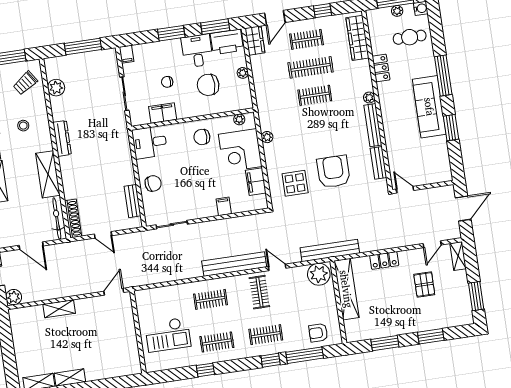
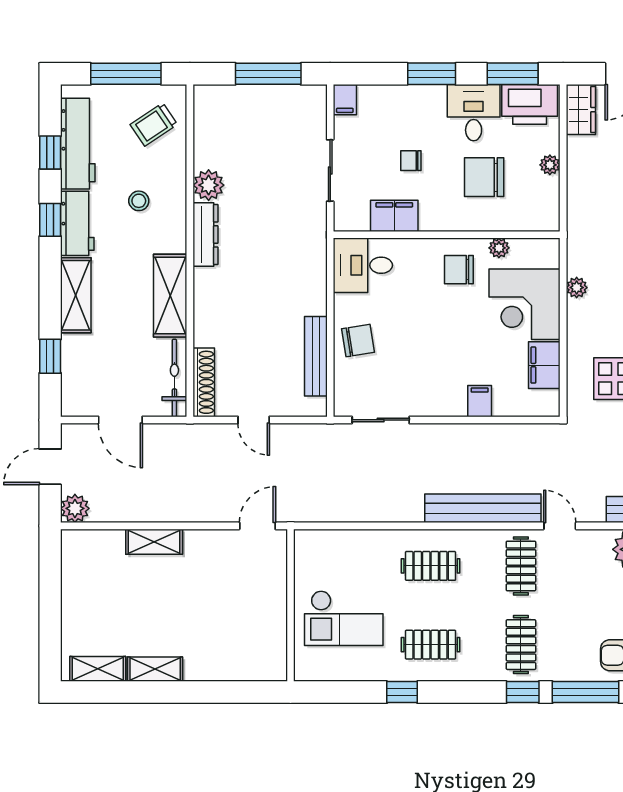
plant: (56, 88) -> (209, 185), moved
plant: (239, 119) -> (499, 248), moved
bench: (132, 201) -> (316, 356), width x1.36
clothes rail: (266, 335) -> (521, 645), turned 90

